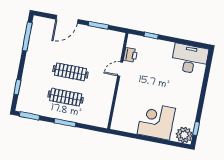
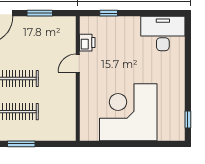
corner desk: (156, 121) -> (128, 112), width x1.36, depth x1.36
plant: (184, 135) -> (174, 130), removed

